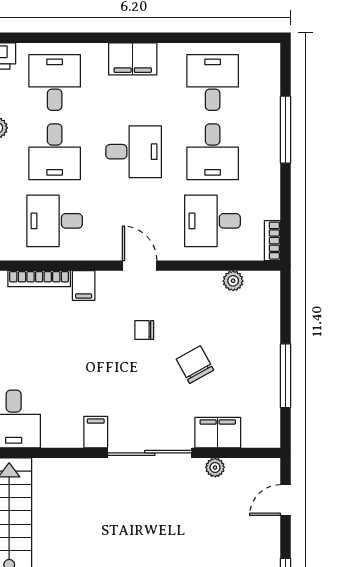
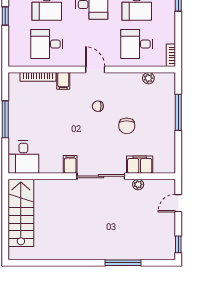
chair: (195, 365) -> (127, 126), turned -151
window: (285, 376) -> (178, 112), moved

